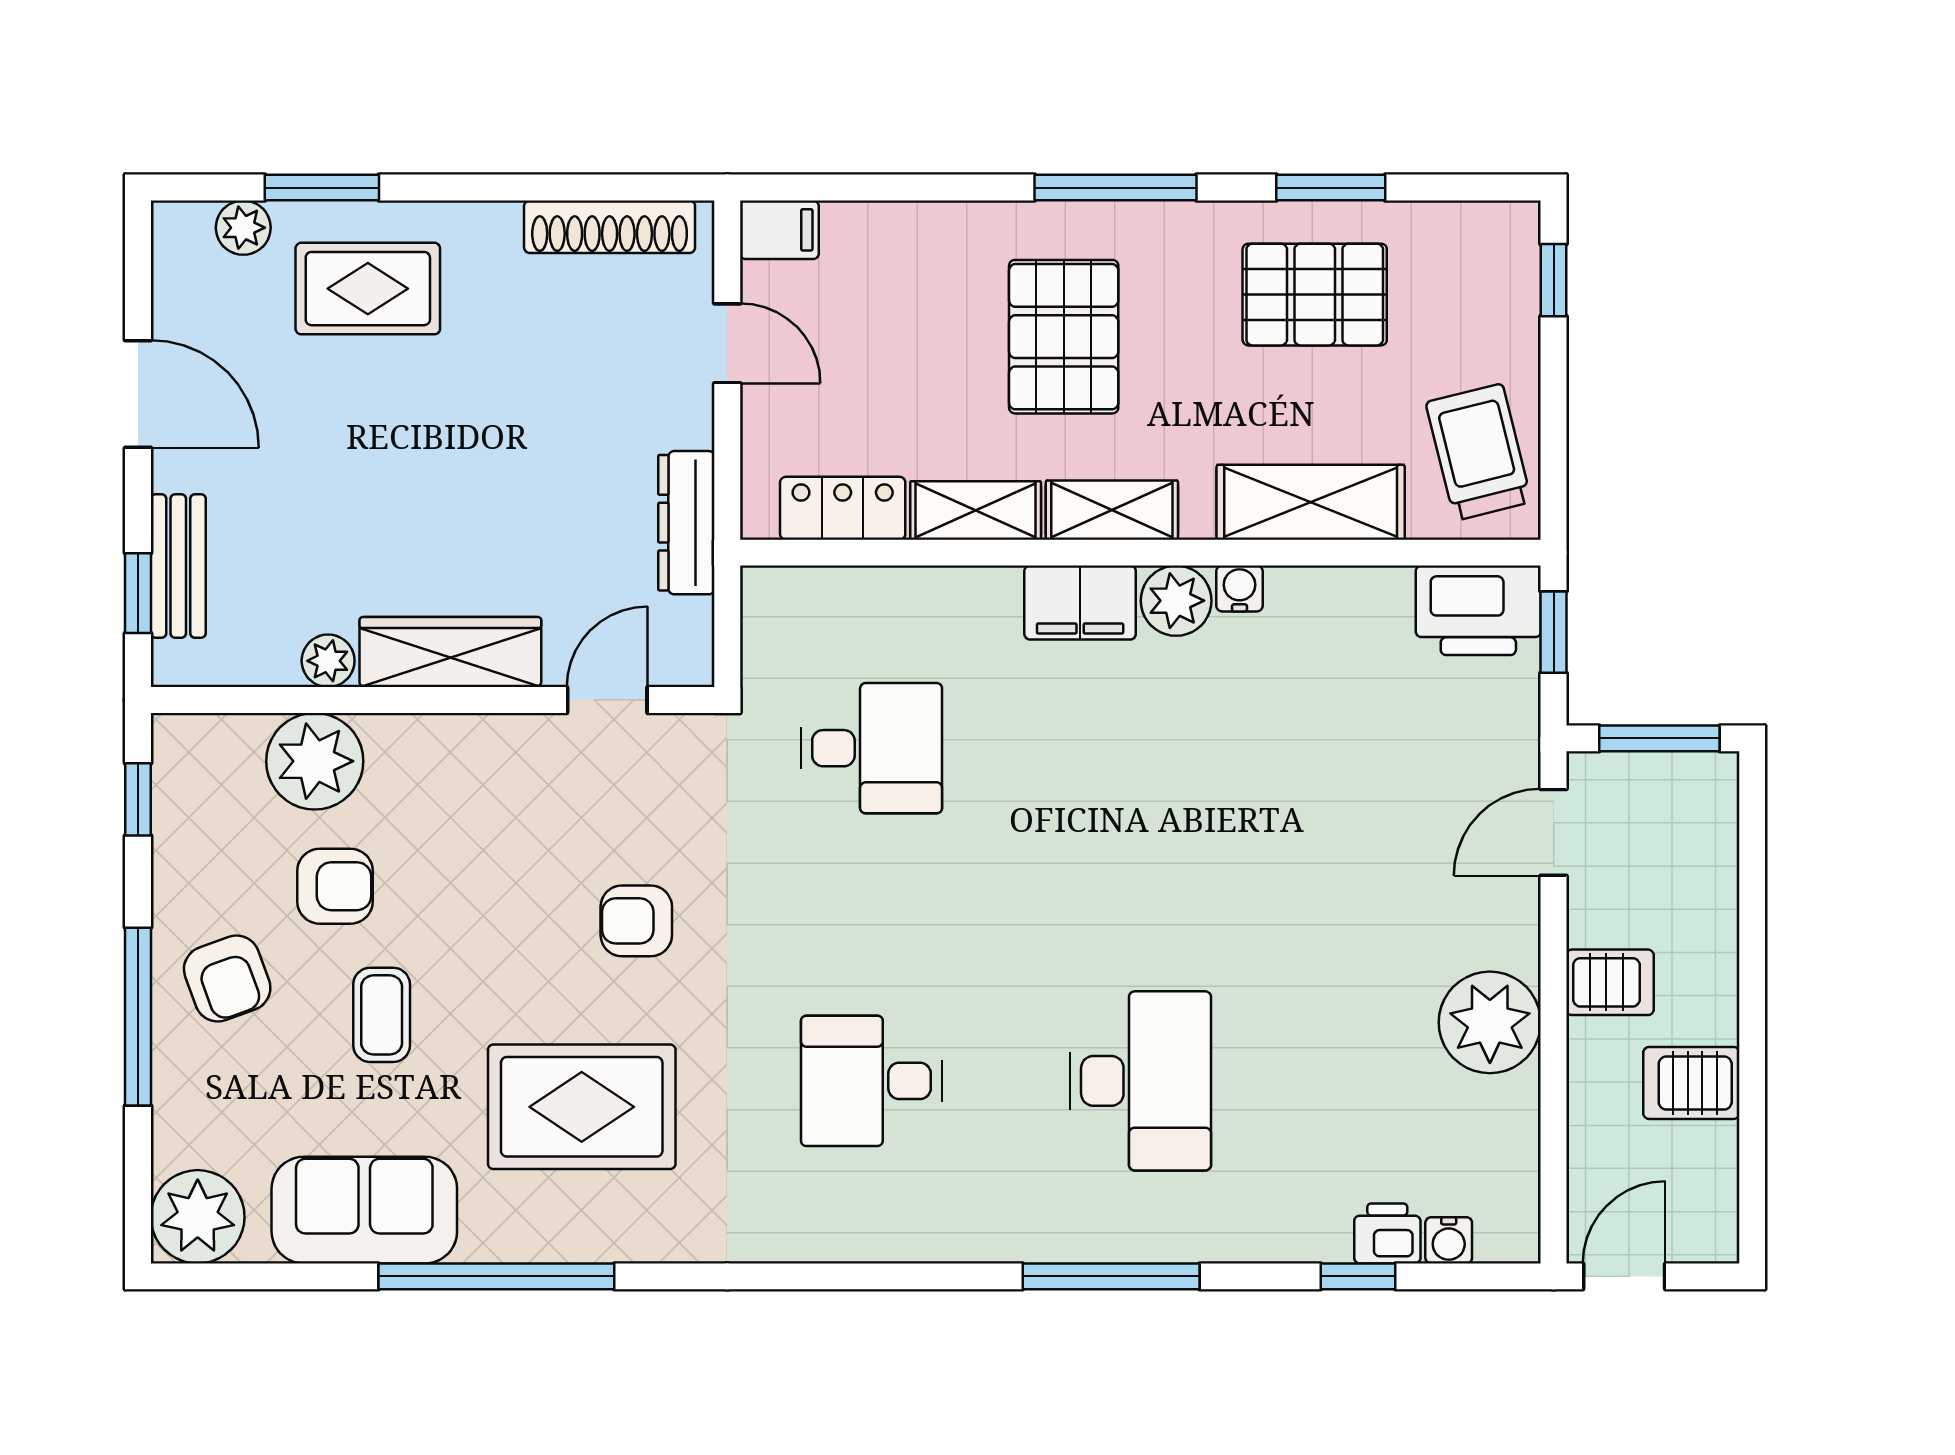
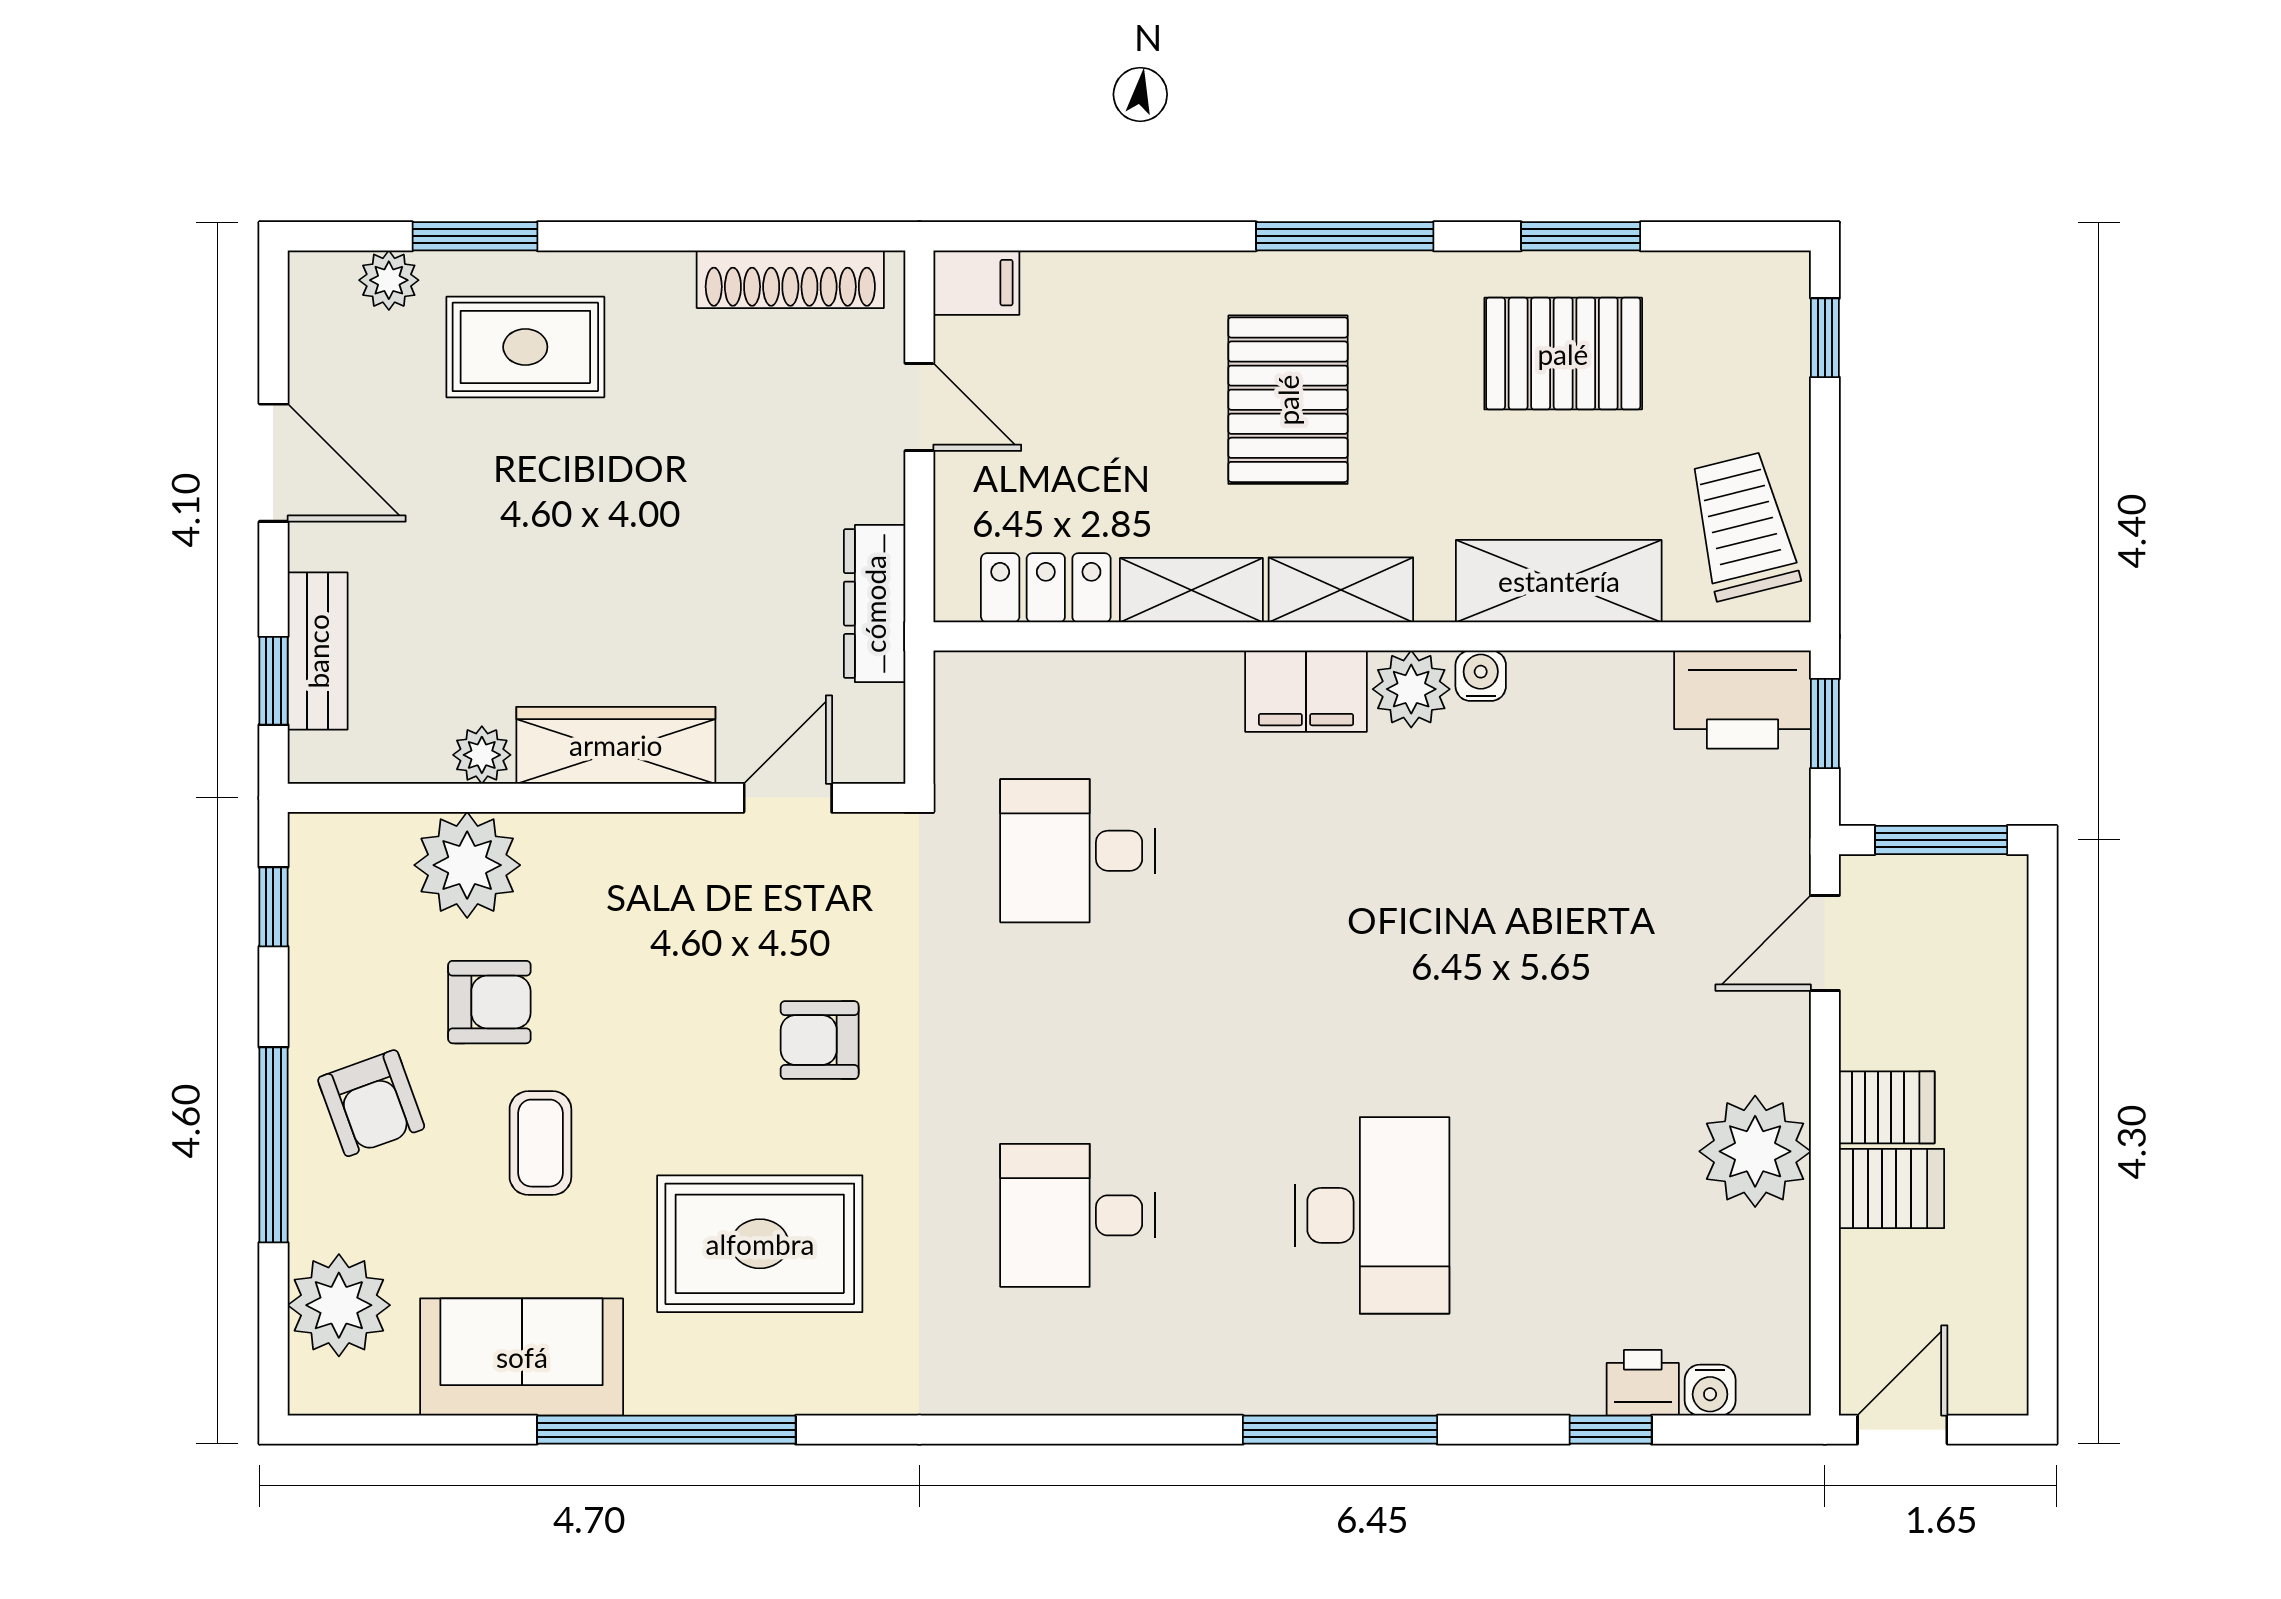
desk: (871, 748) -> (1077, 851), turned 180
server rack: (1691, 1083) -> (1891, 1189), moved, turned 180
plant: (198, 1217) -> (339, 1305), moved

